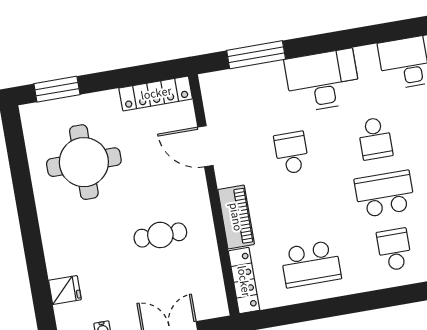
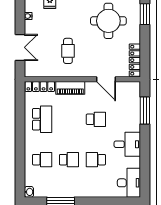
desk: (323, 81) -> (127, 144), width x0.73
door: (205, 146) -> (106, 79), swing flipped
school desk: (385, 194) -> (69, 160), width x0.54
school desk: (311, 264) -> (42, 119), turned 180

